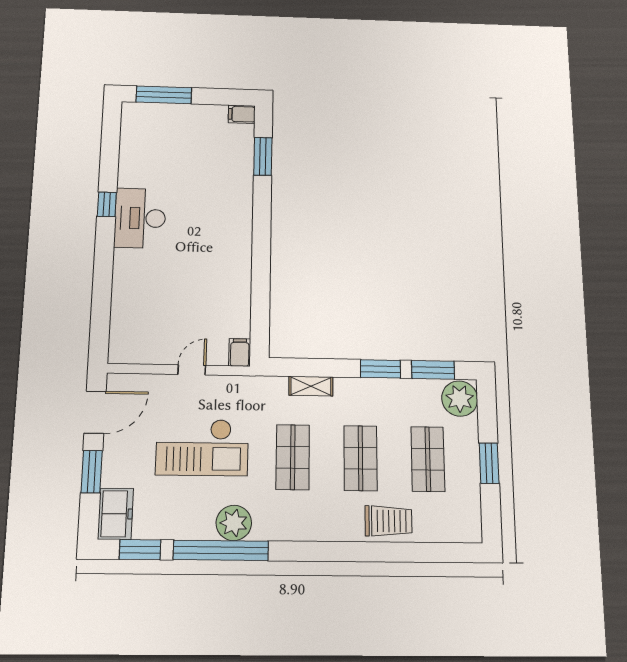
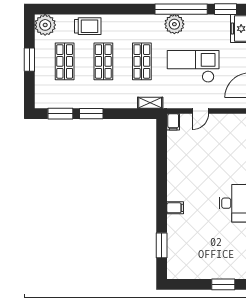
window: (164, 95) -> (223, 284), width x0.69
filing cabinet: (242, 114) -> (175, 208), moved
shelving: (311, 386) -> (150, 103), moved
plant: (460, 399) -> (45, 25), moved
trolley: (388, 521) -> (88, 26), turned 180

